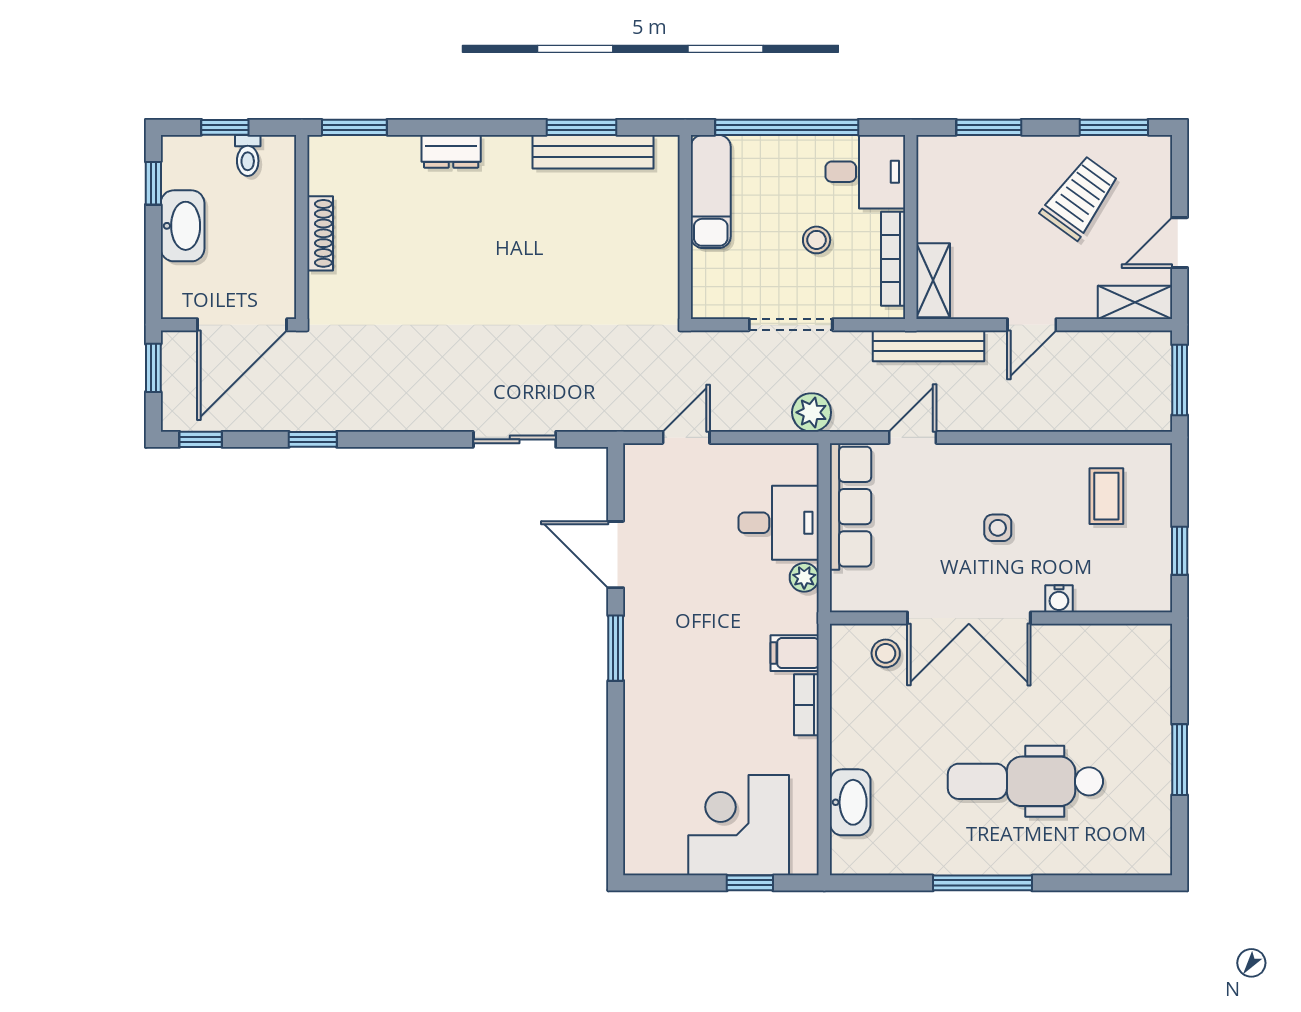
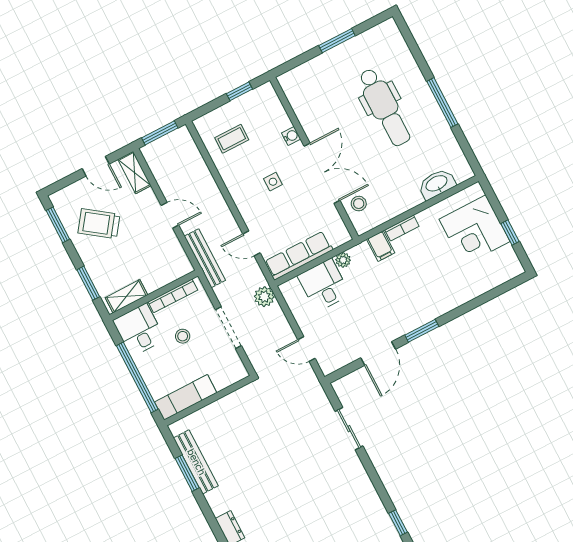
shelving: (933, 280) -> (126, 296), moved
window: (750, 883) -> (510, 233), moved

